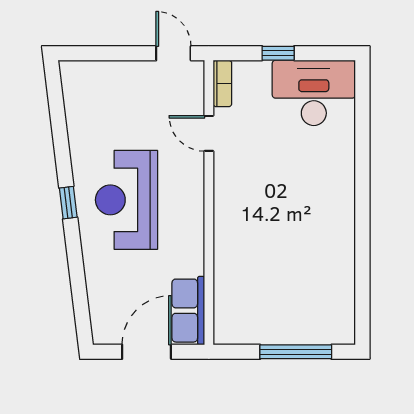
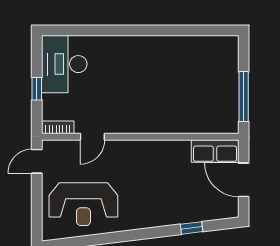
reception desk: (126, 200) -> (83, 204), moved
window: (68, 203) -> (192, 228), moved
window: (296, 352) -> (244, 97), moved

